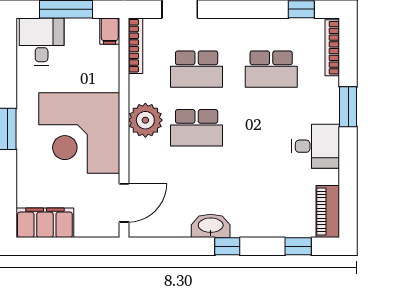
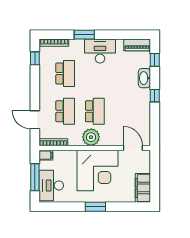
desk: (42, 42) -> (51, 185), width x1.37
desk: (316, 146) -> (100, 51), width x1.37
washbasin: (211, 226) -> (144, 78), moved

